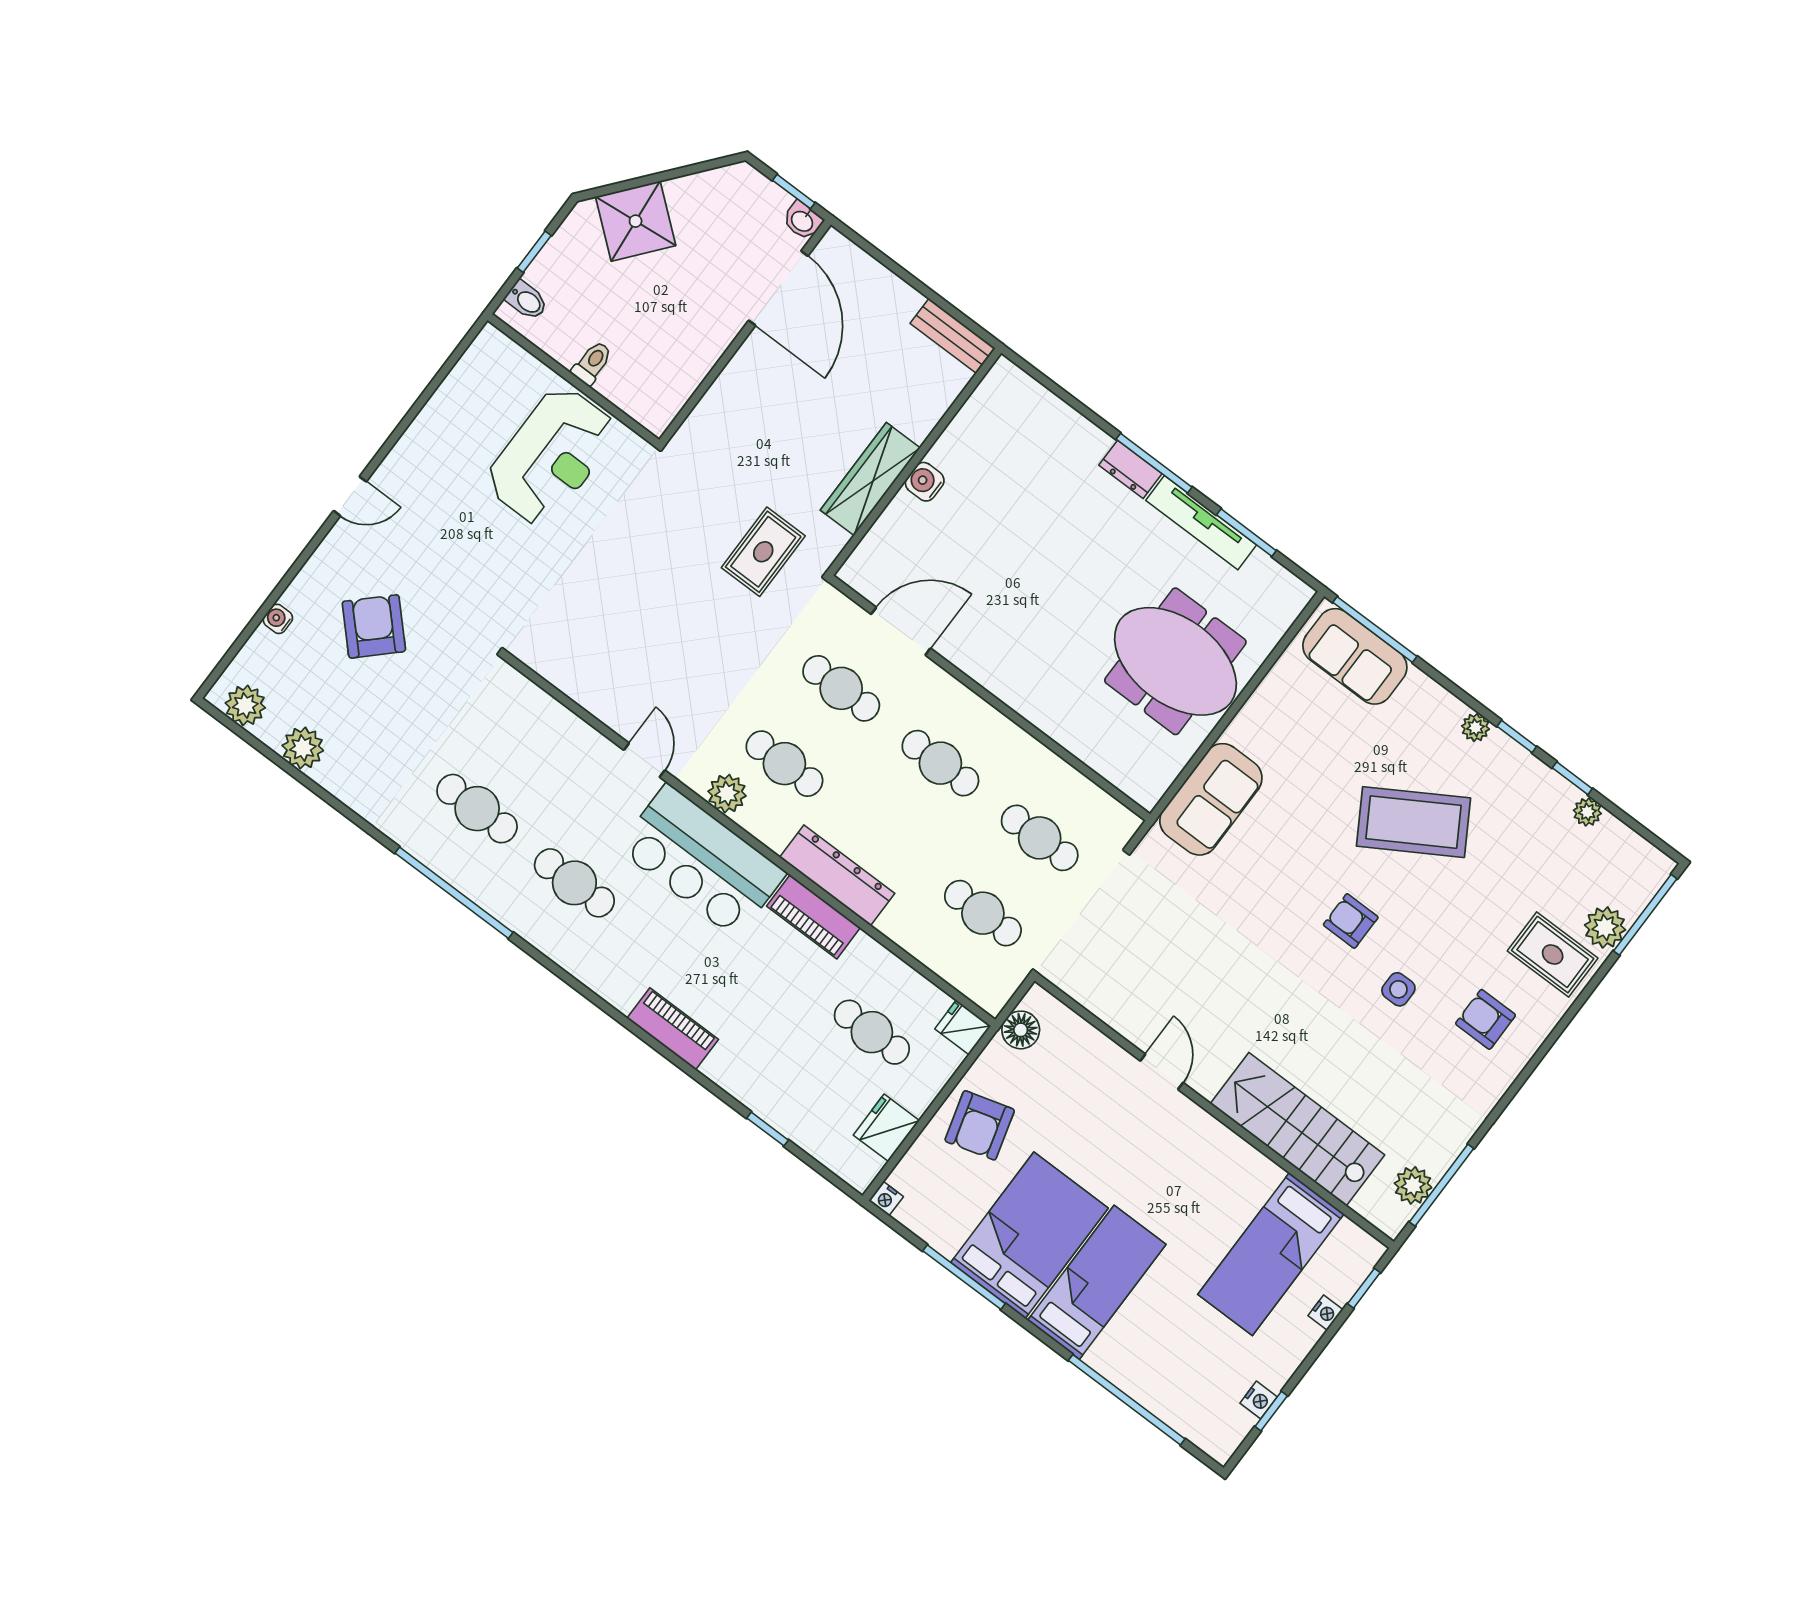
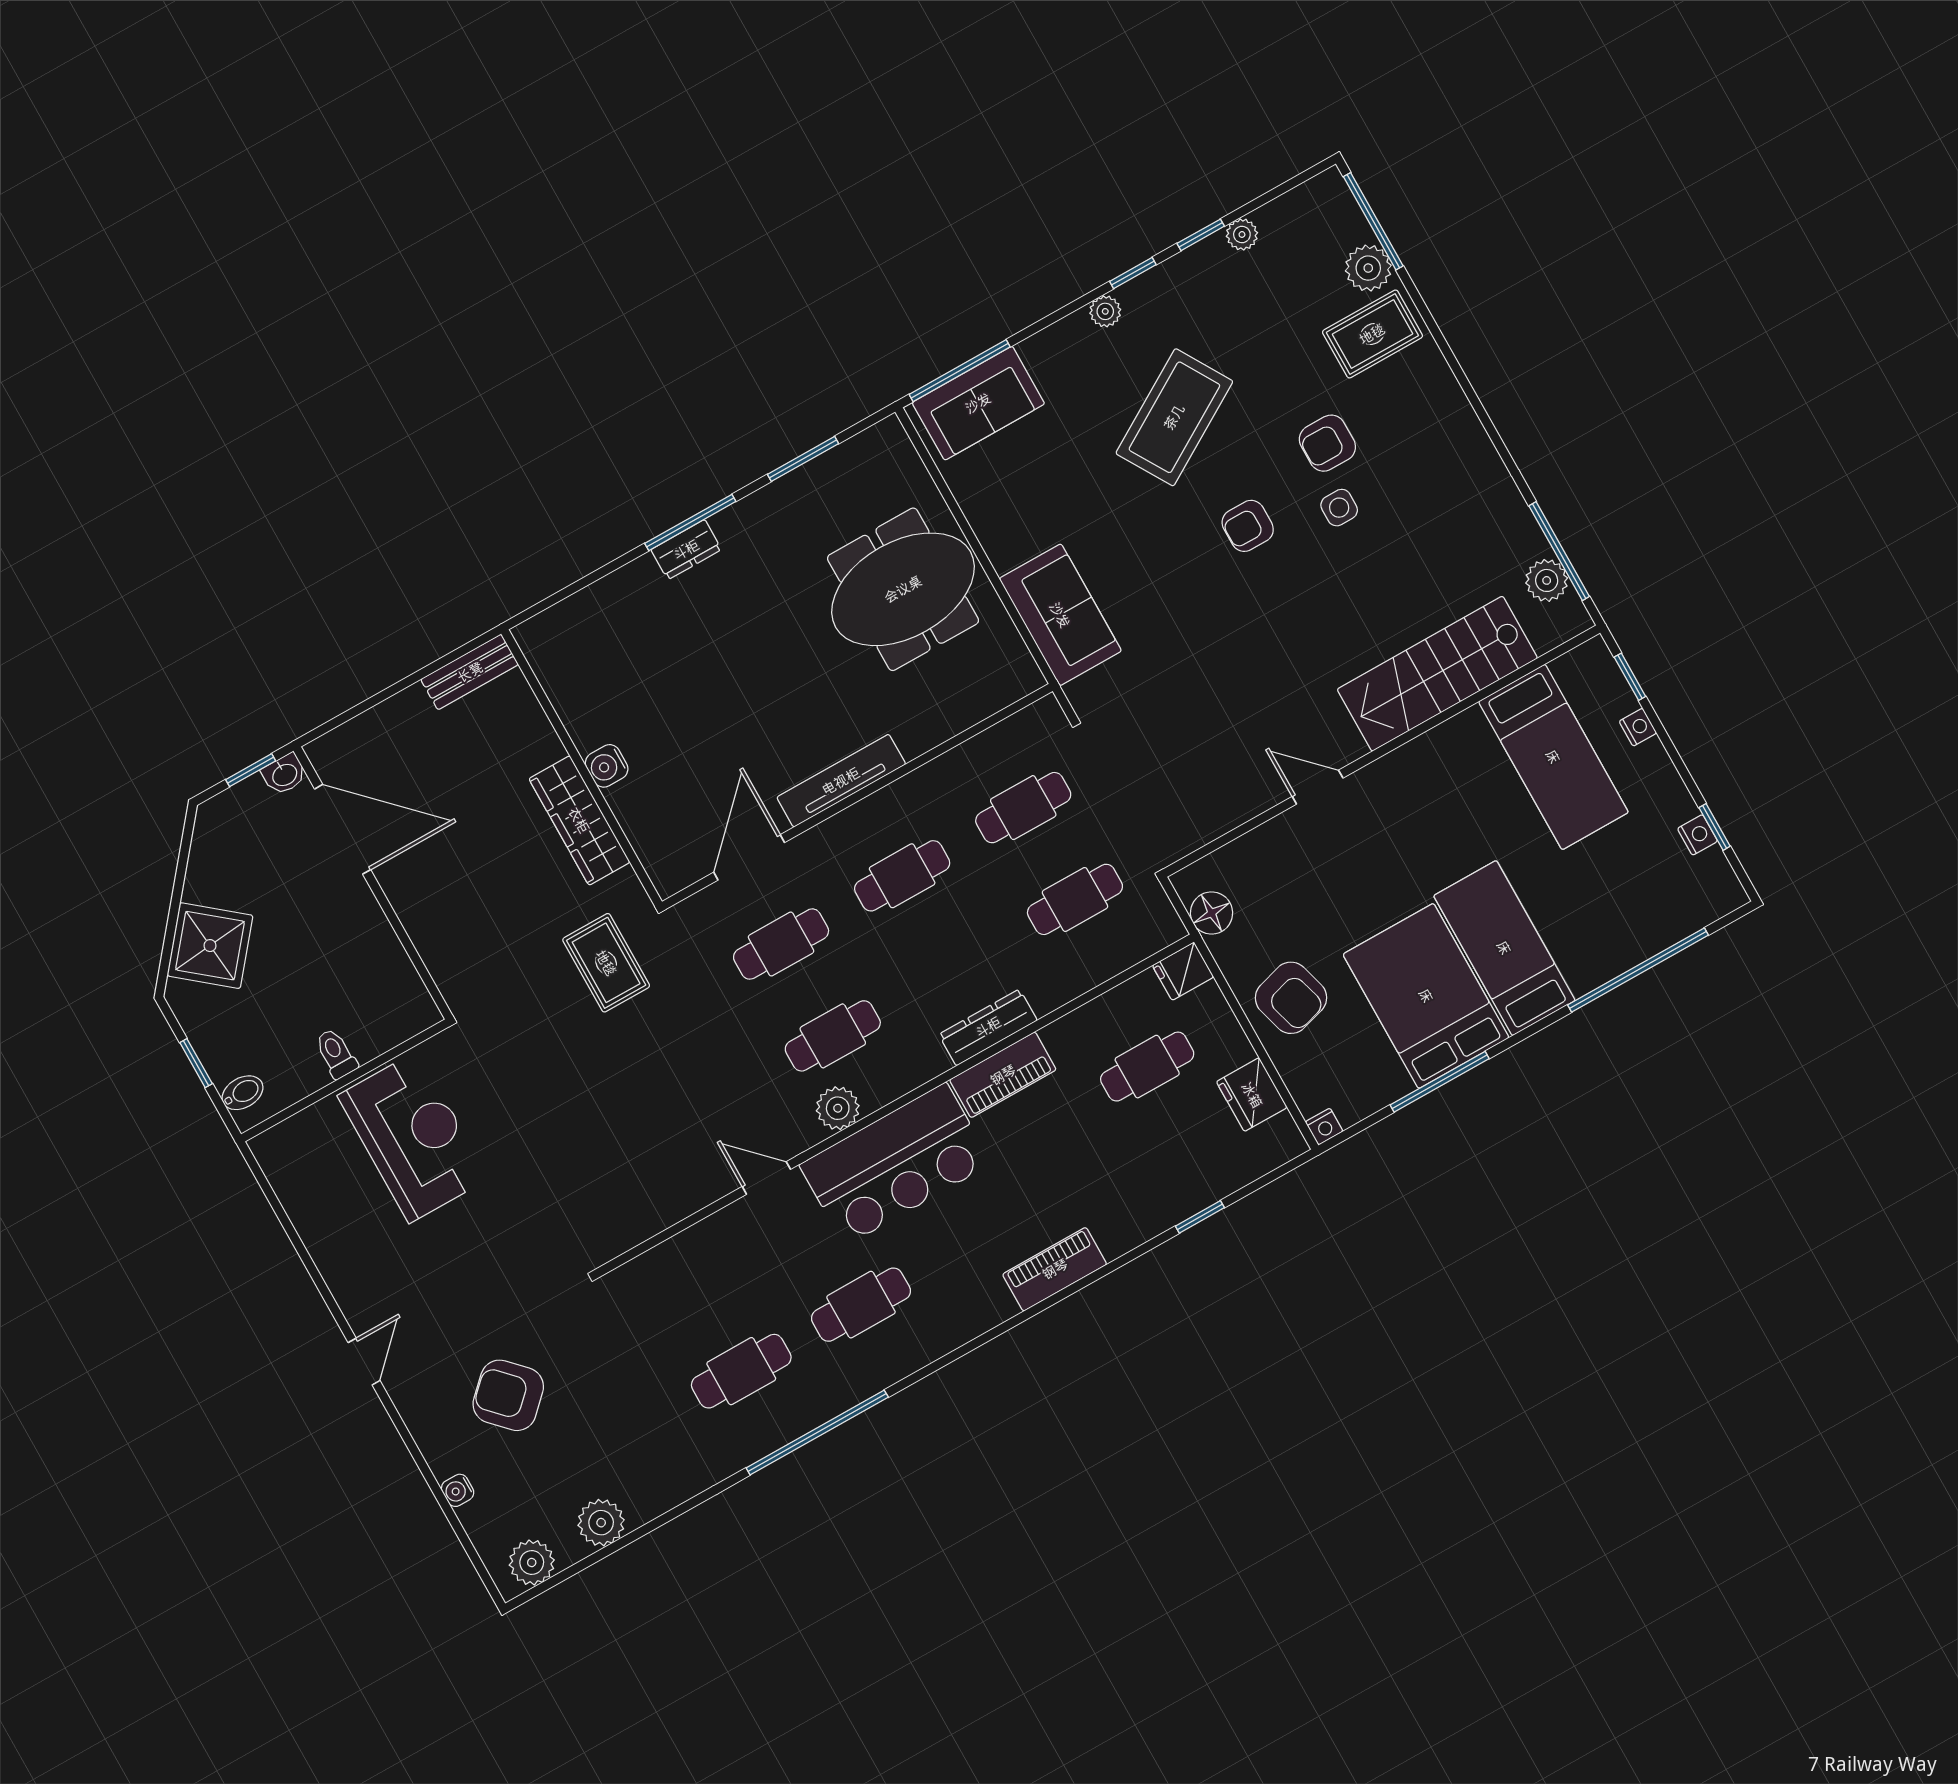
tv unit: (1201, 523) -> (841, 781), moved, turned 180
dresser: (837, 875) -> (988, 1027), width x0.73, depth x0.80
armchair: (1486, 1019) -> (1327, 443), moved

